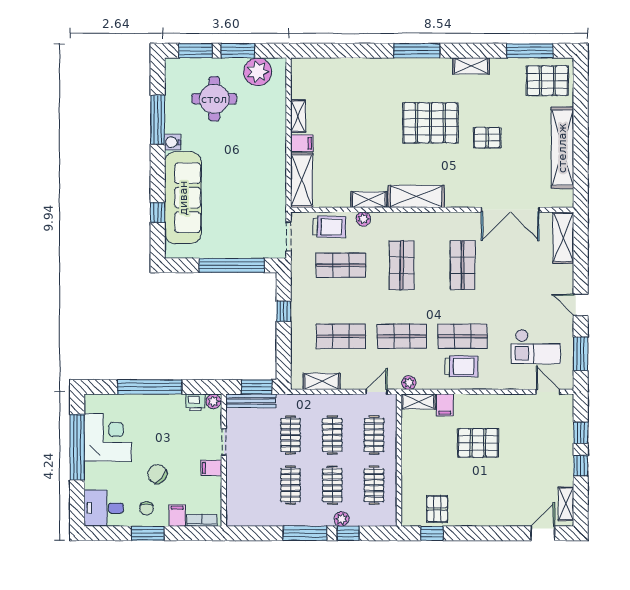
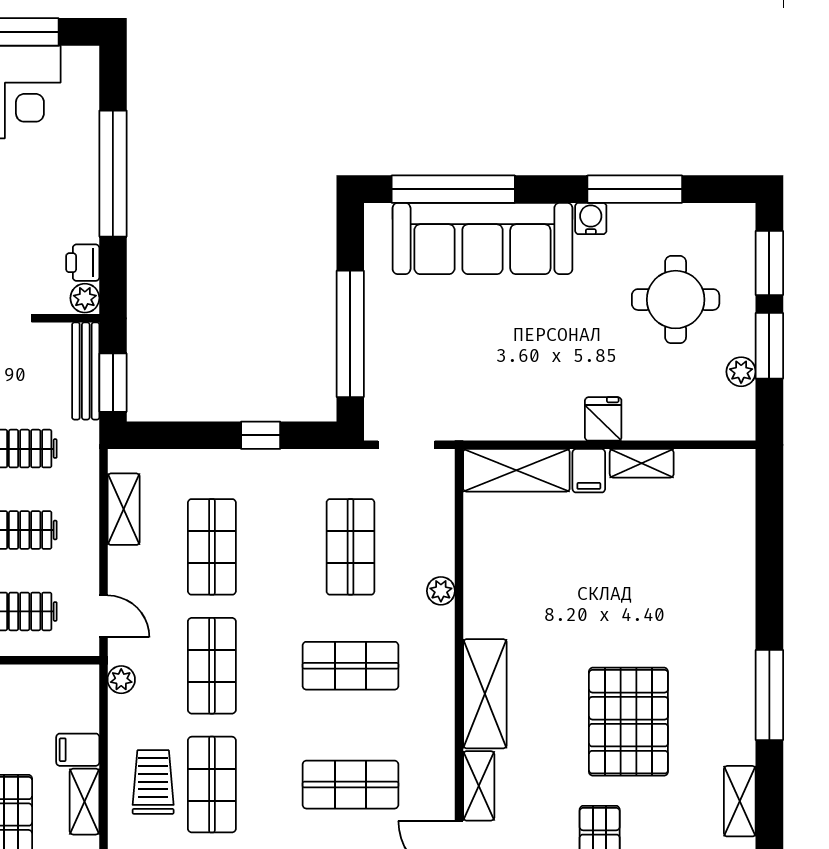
plant: (258, 72) -> (741, 372), width x0.53, depth x0.53
fridge: (275, 136) -> (603, 419), added
shelving: (369, 200) -> (479, 786), moved
window: (158, 213) -> (453, 189), width x3.17
trolley: (329, 227) -> (426, 524), removed
trolley: (461, 366) -> (153, 782), turned 180
shelving: (418, 401) -> (84, 802), moved

